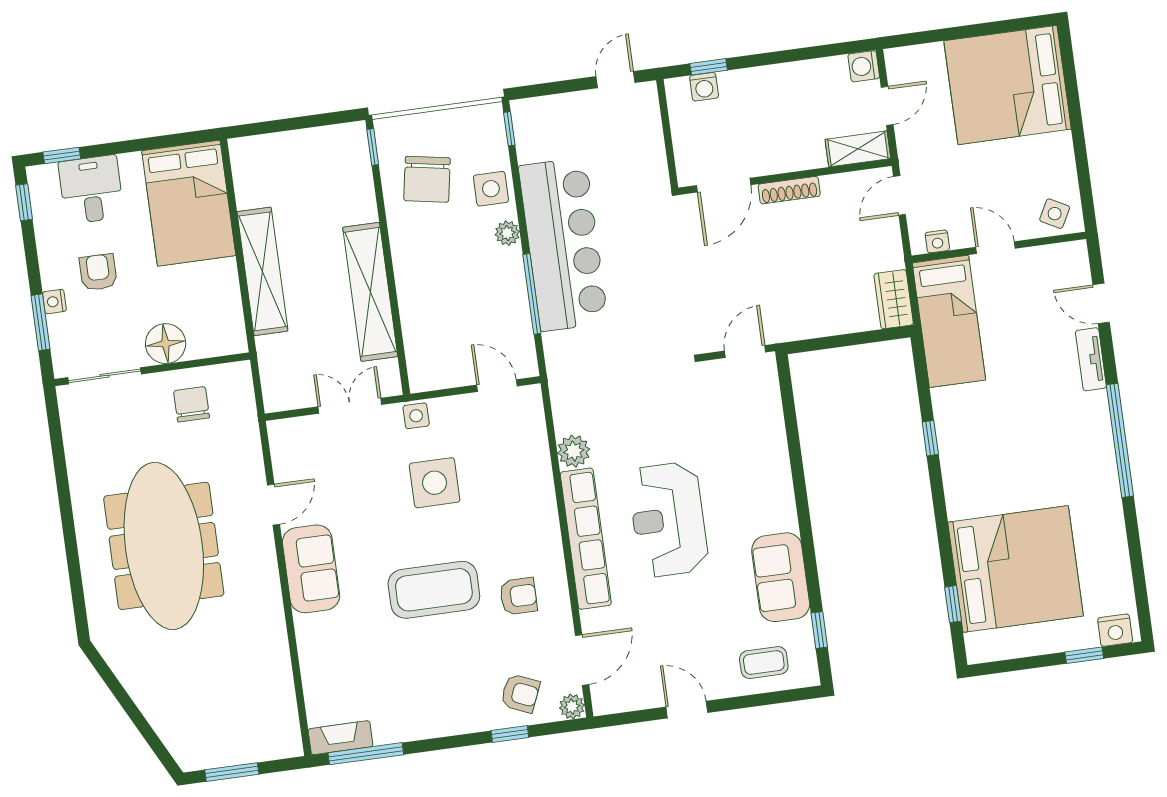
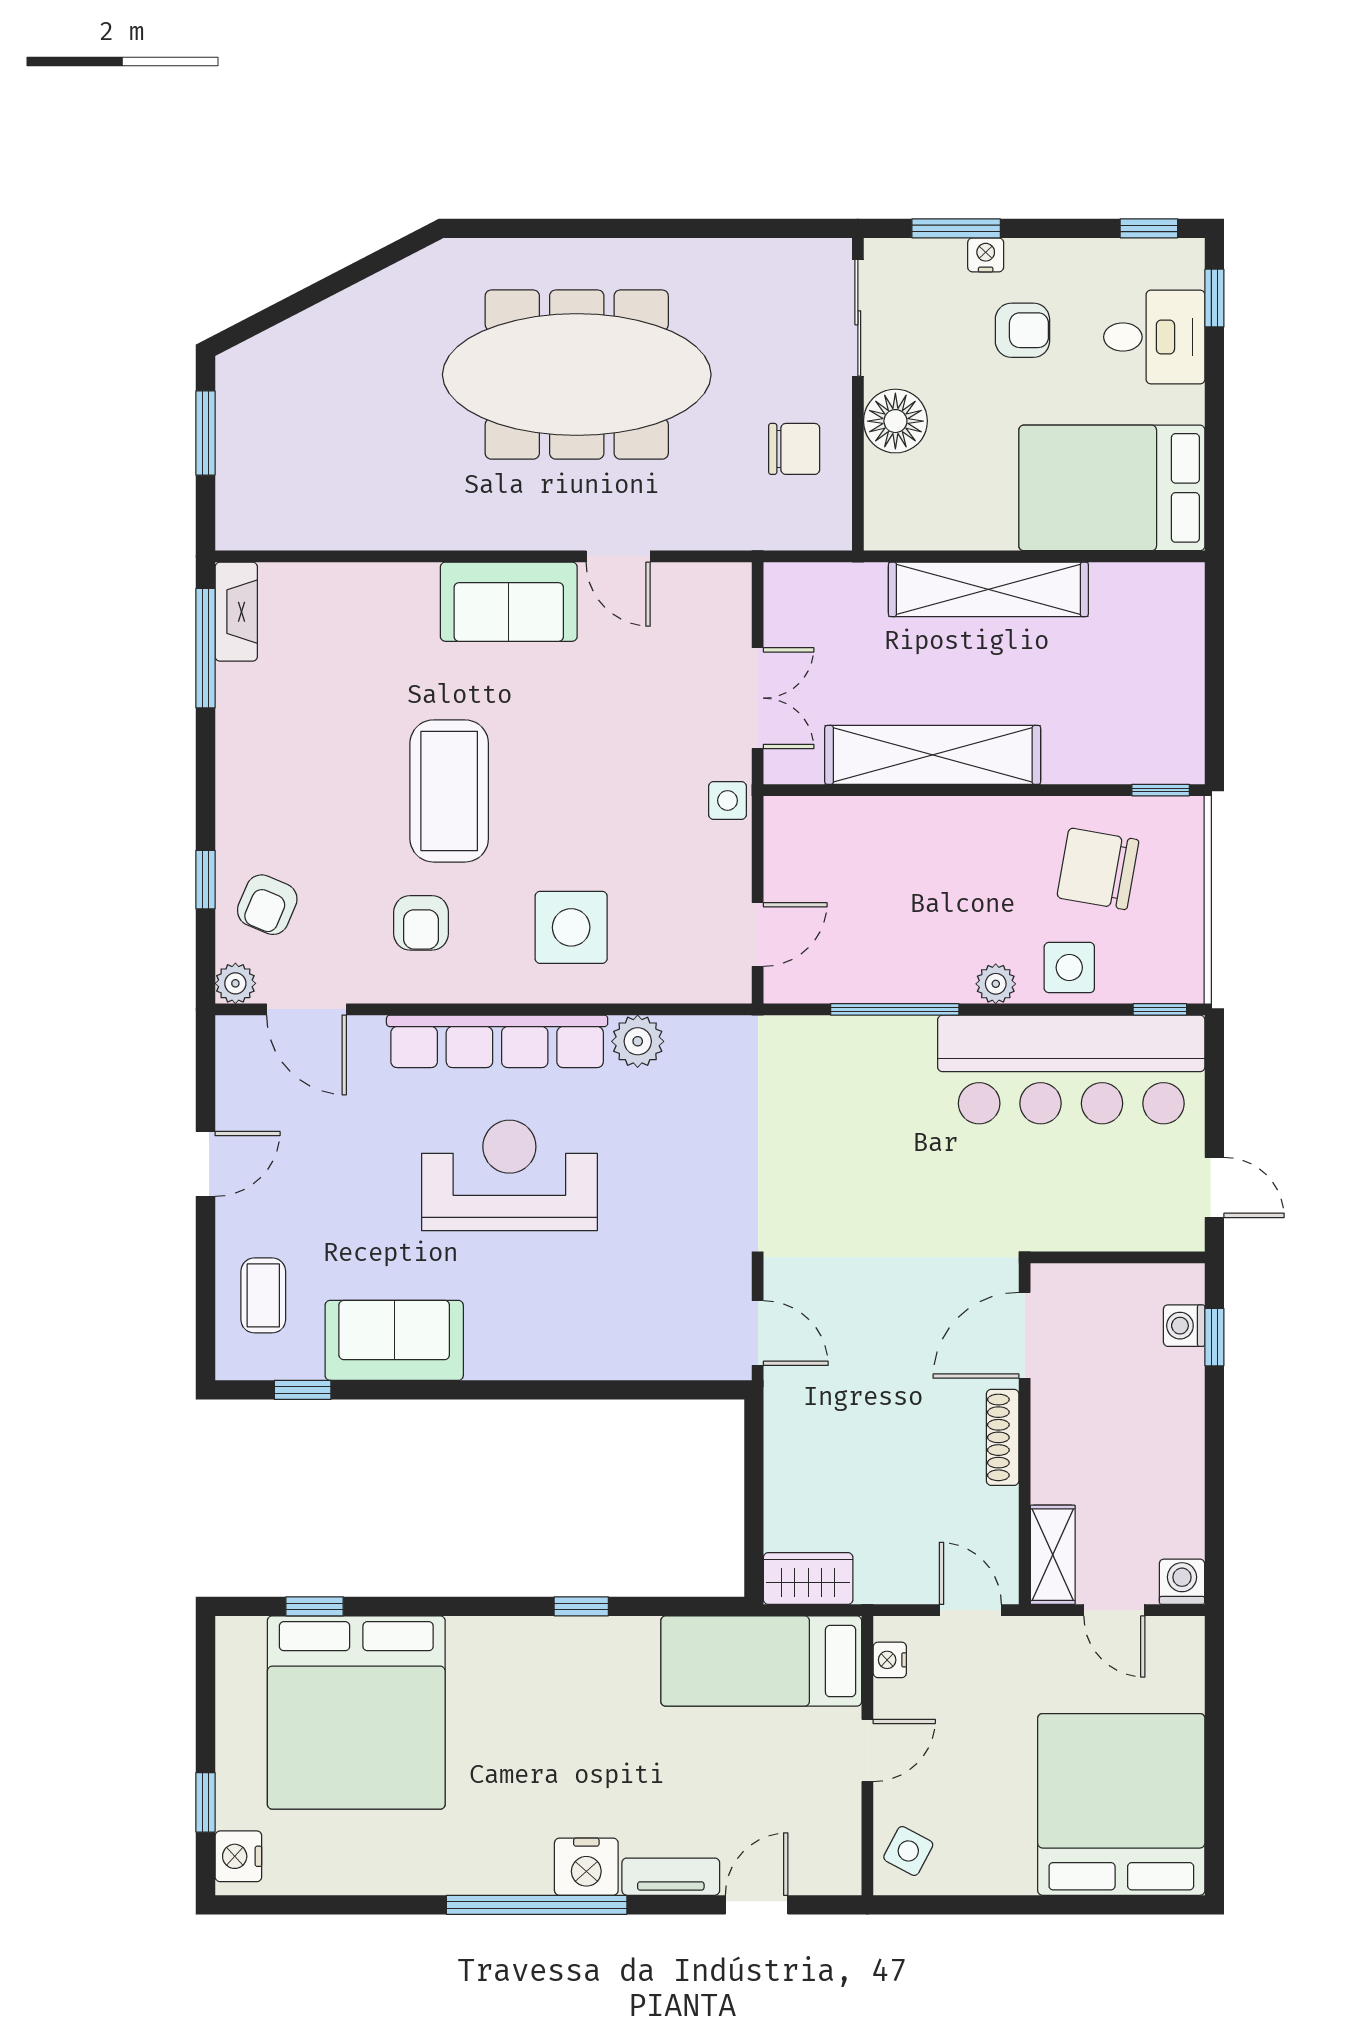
door: (724, 185) -> (1025, 1335), hinge flipped
bar counter: (563, 244) -> (1071, 1070), moved
nightstand: (1092, 413) -> (586, 1867), added
side table: (435, 483) -> (571, 927), moved

